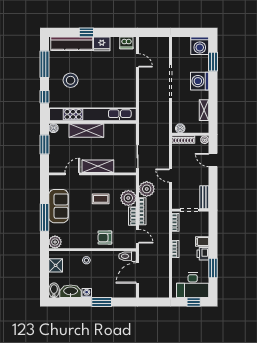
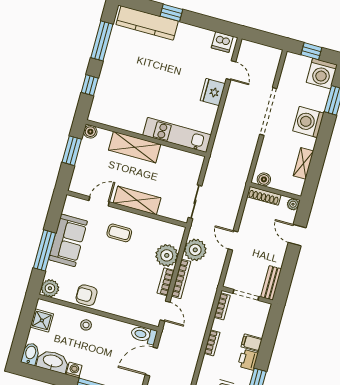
window: (189, 32) -> (311, 51), added
fridge: (102, 44) -> (213, 92), moved, turned 90
stool: (71, 80) -> (132, 73), removed
kitchen unit: (93, 114) -> (177, 135), width x0.54
coffee table: (101, 199) -> (119, 233), moved
armchair: (105, 238) -> (87, 295), moved

